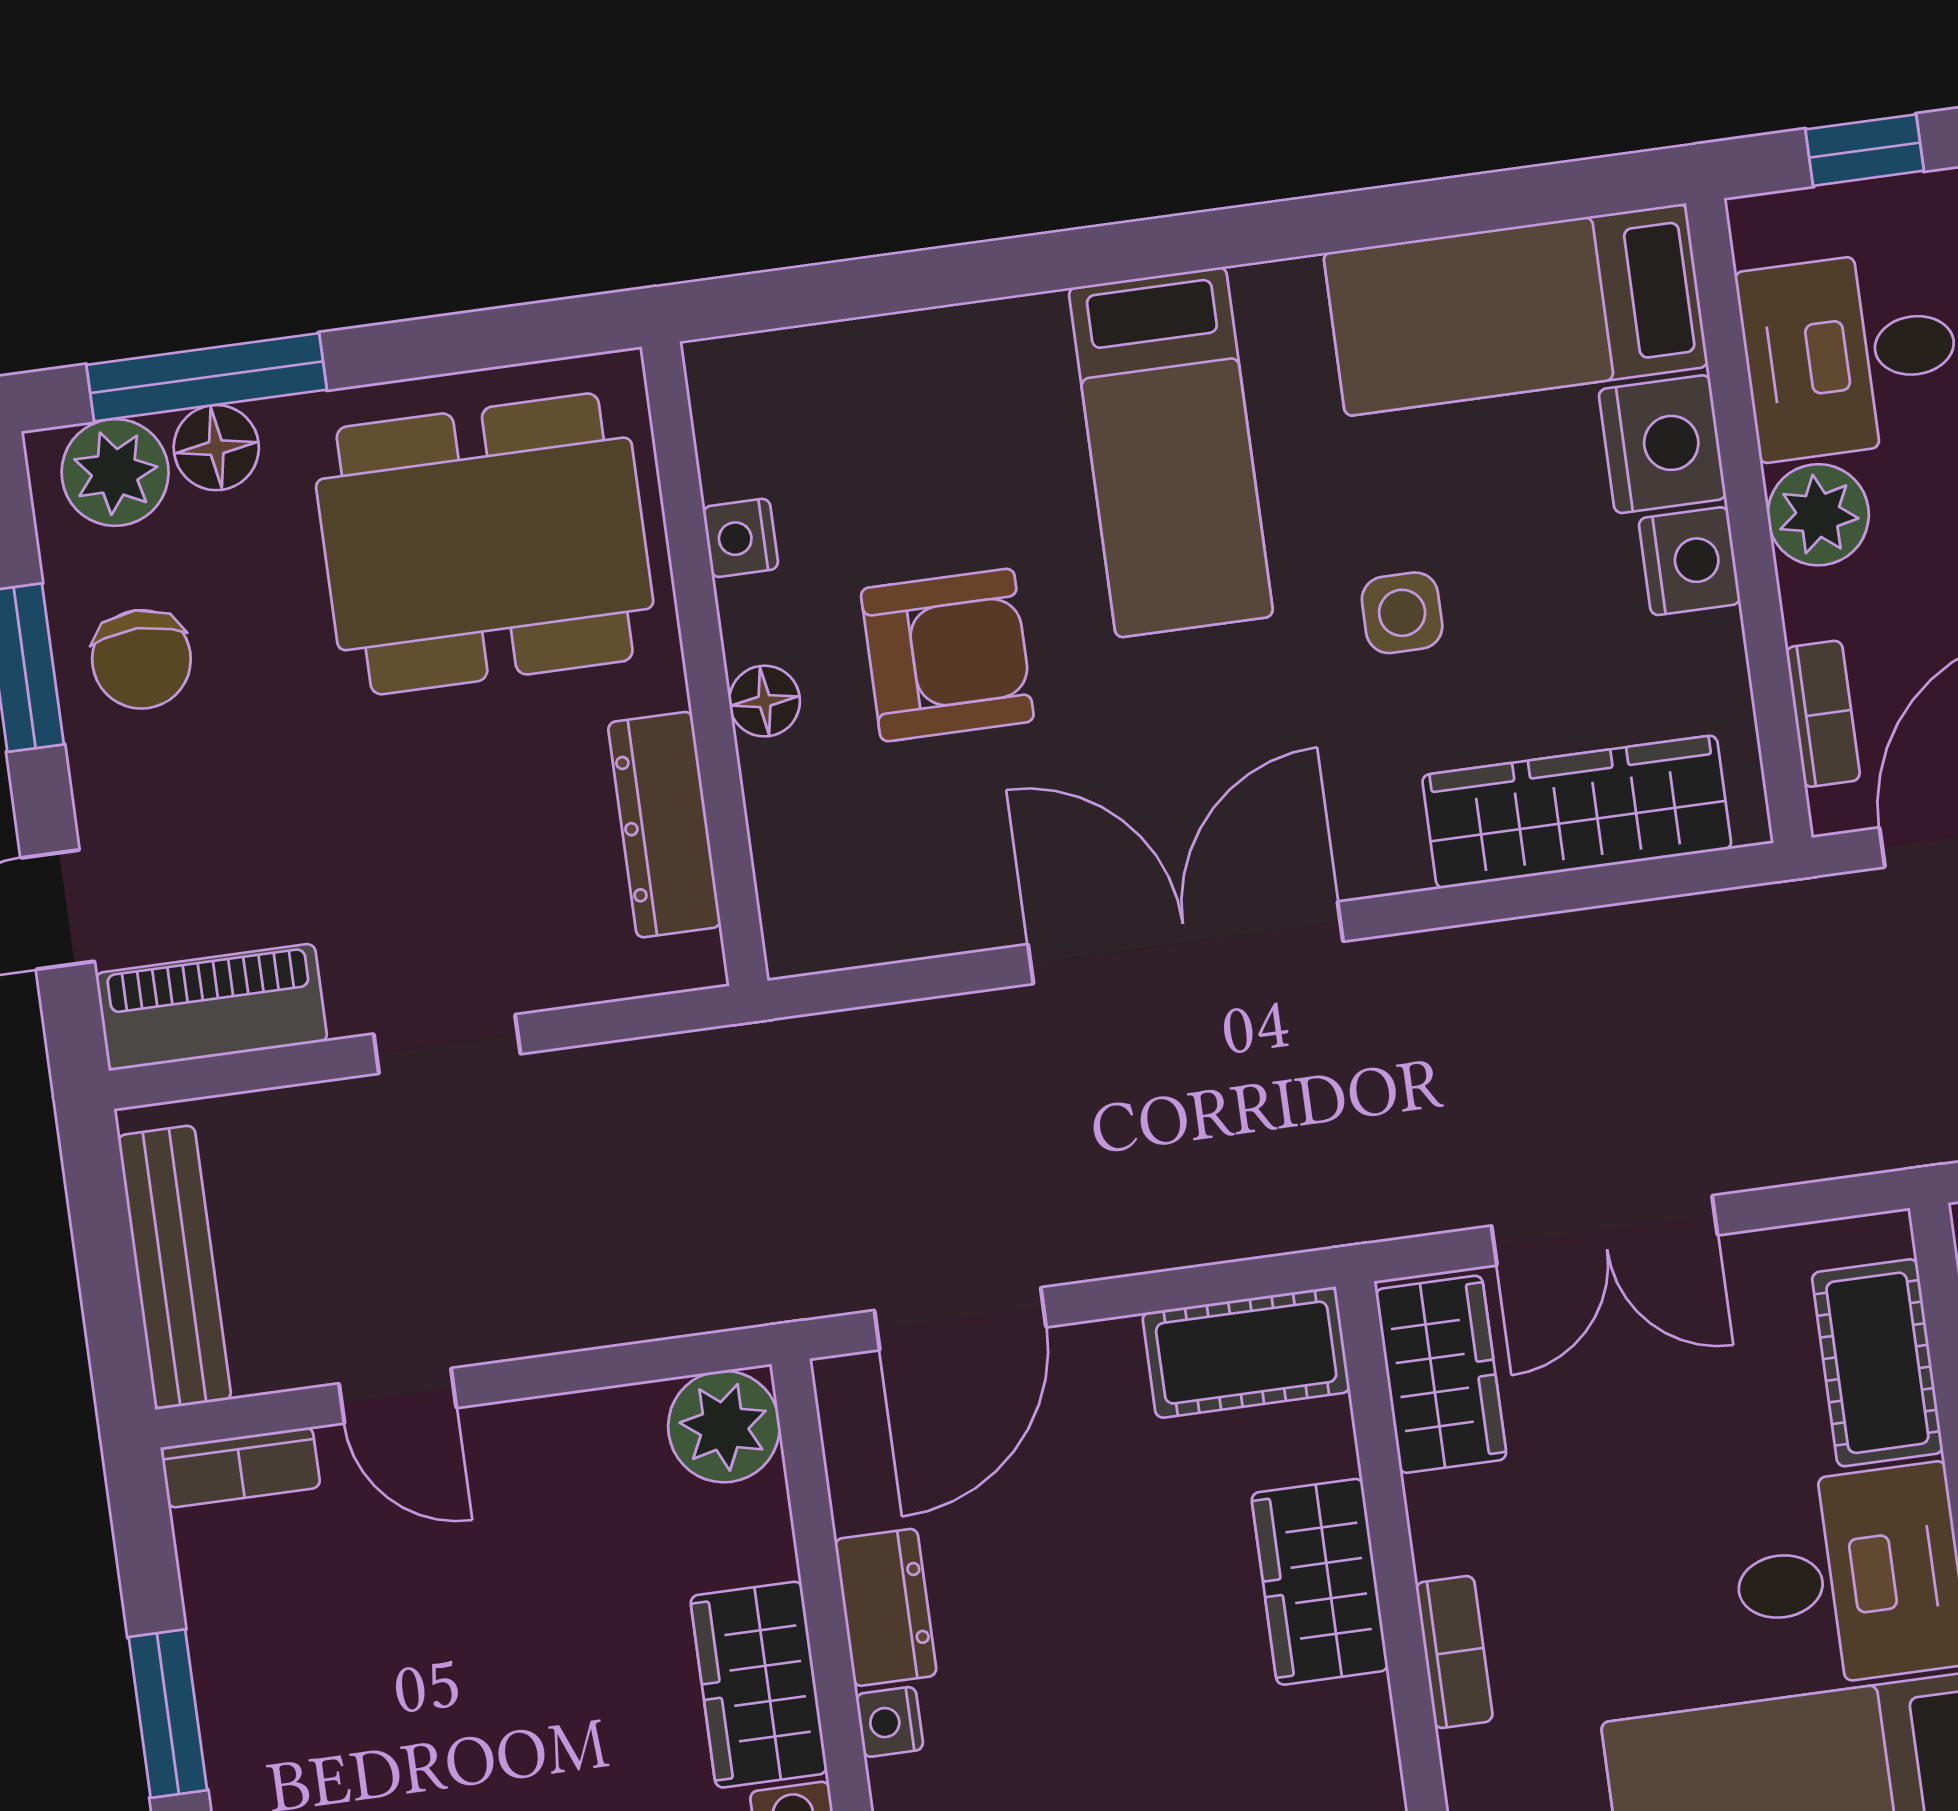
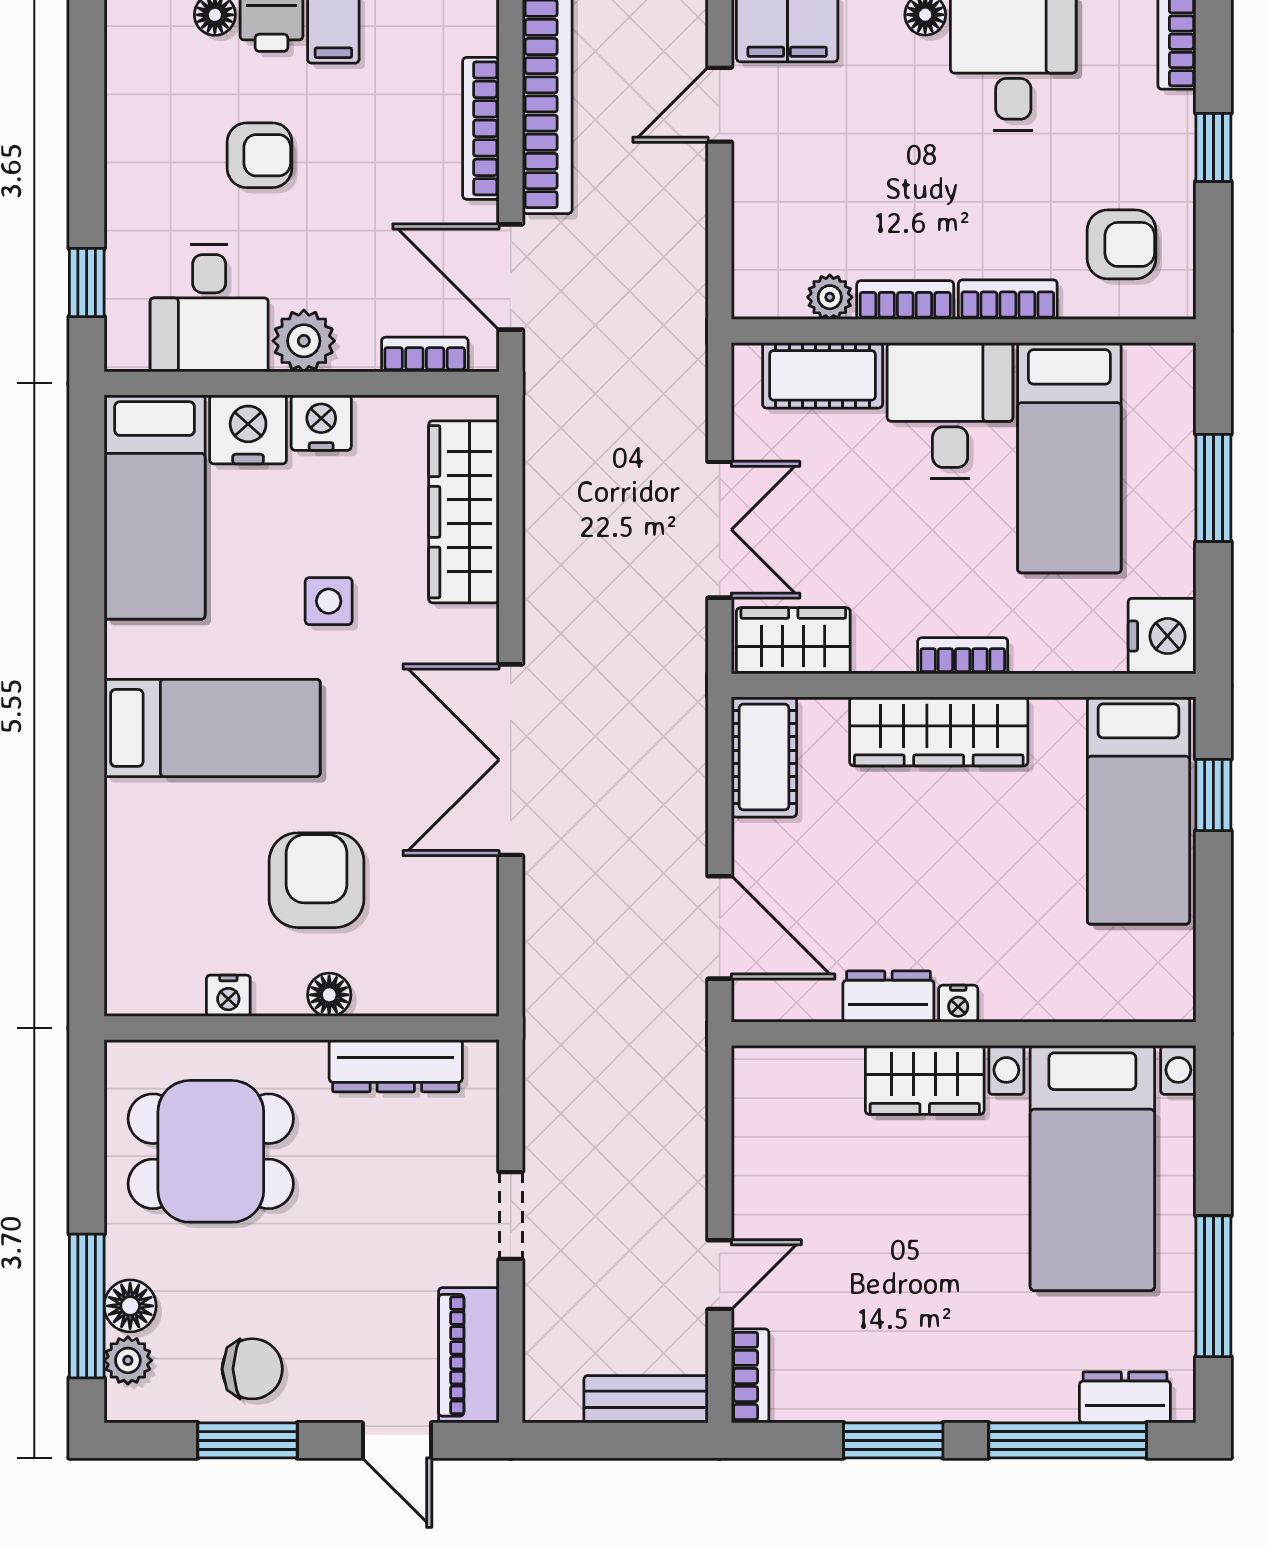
plant: (115, 472) -> (128, 1360), width x0.73, depth x0.73
dining table: (485, 544) -> (211, 1151), width x0.73
bench: (175, 1267) -> (646, 1399), width x0.73
plant: (724, 1427) -> (765, 1080), removed
wardrobe: (1320, 1582) -> (939, 731), width x1.50

